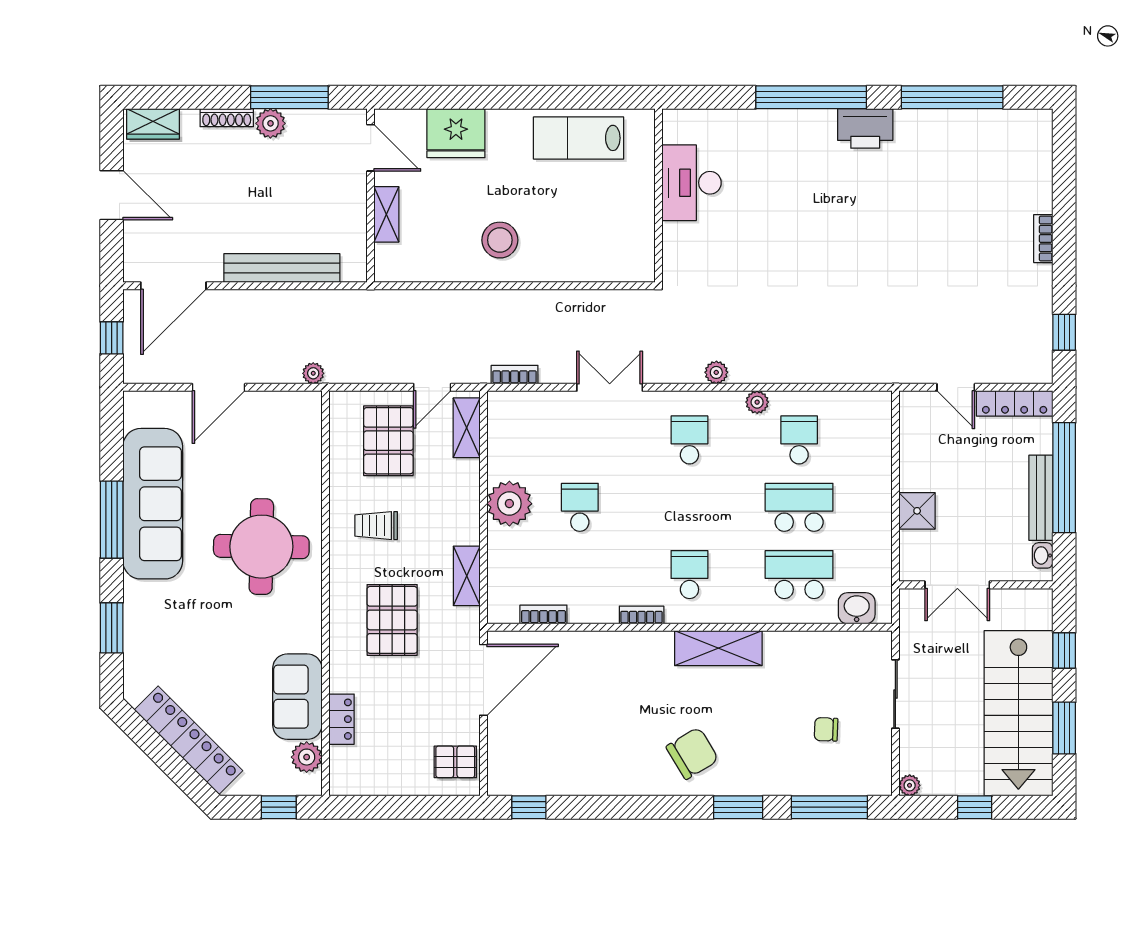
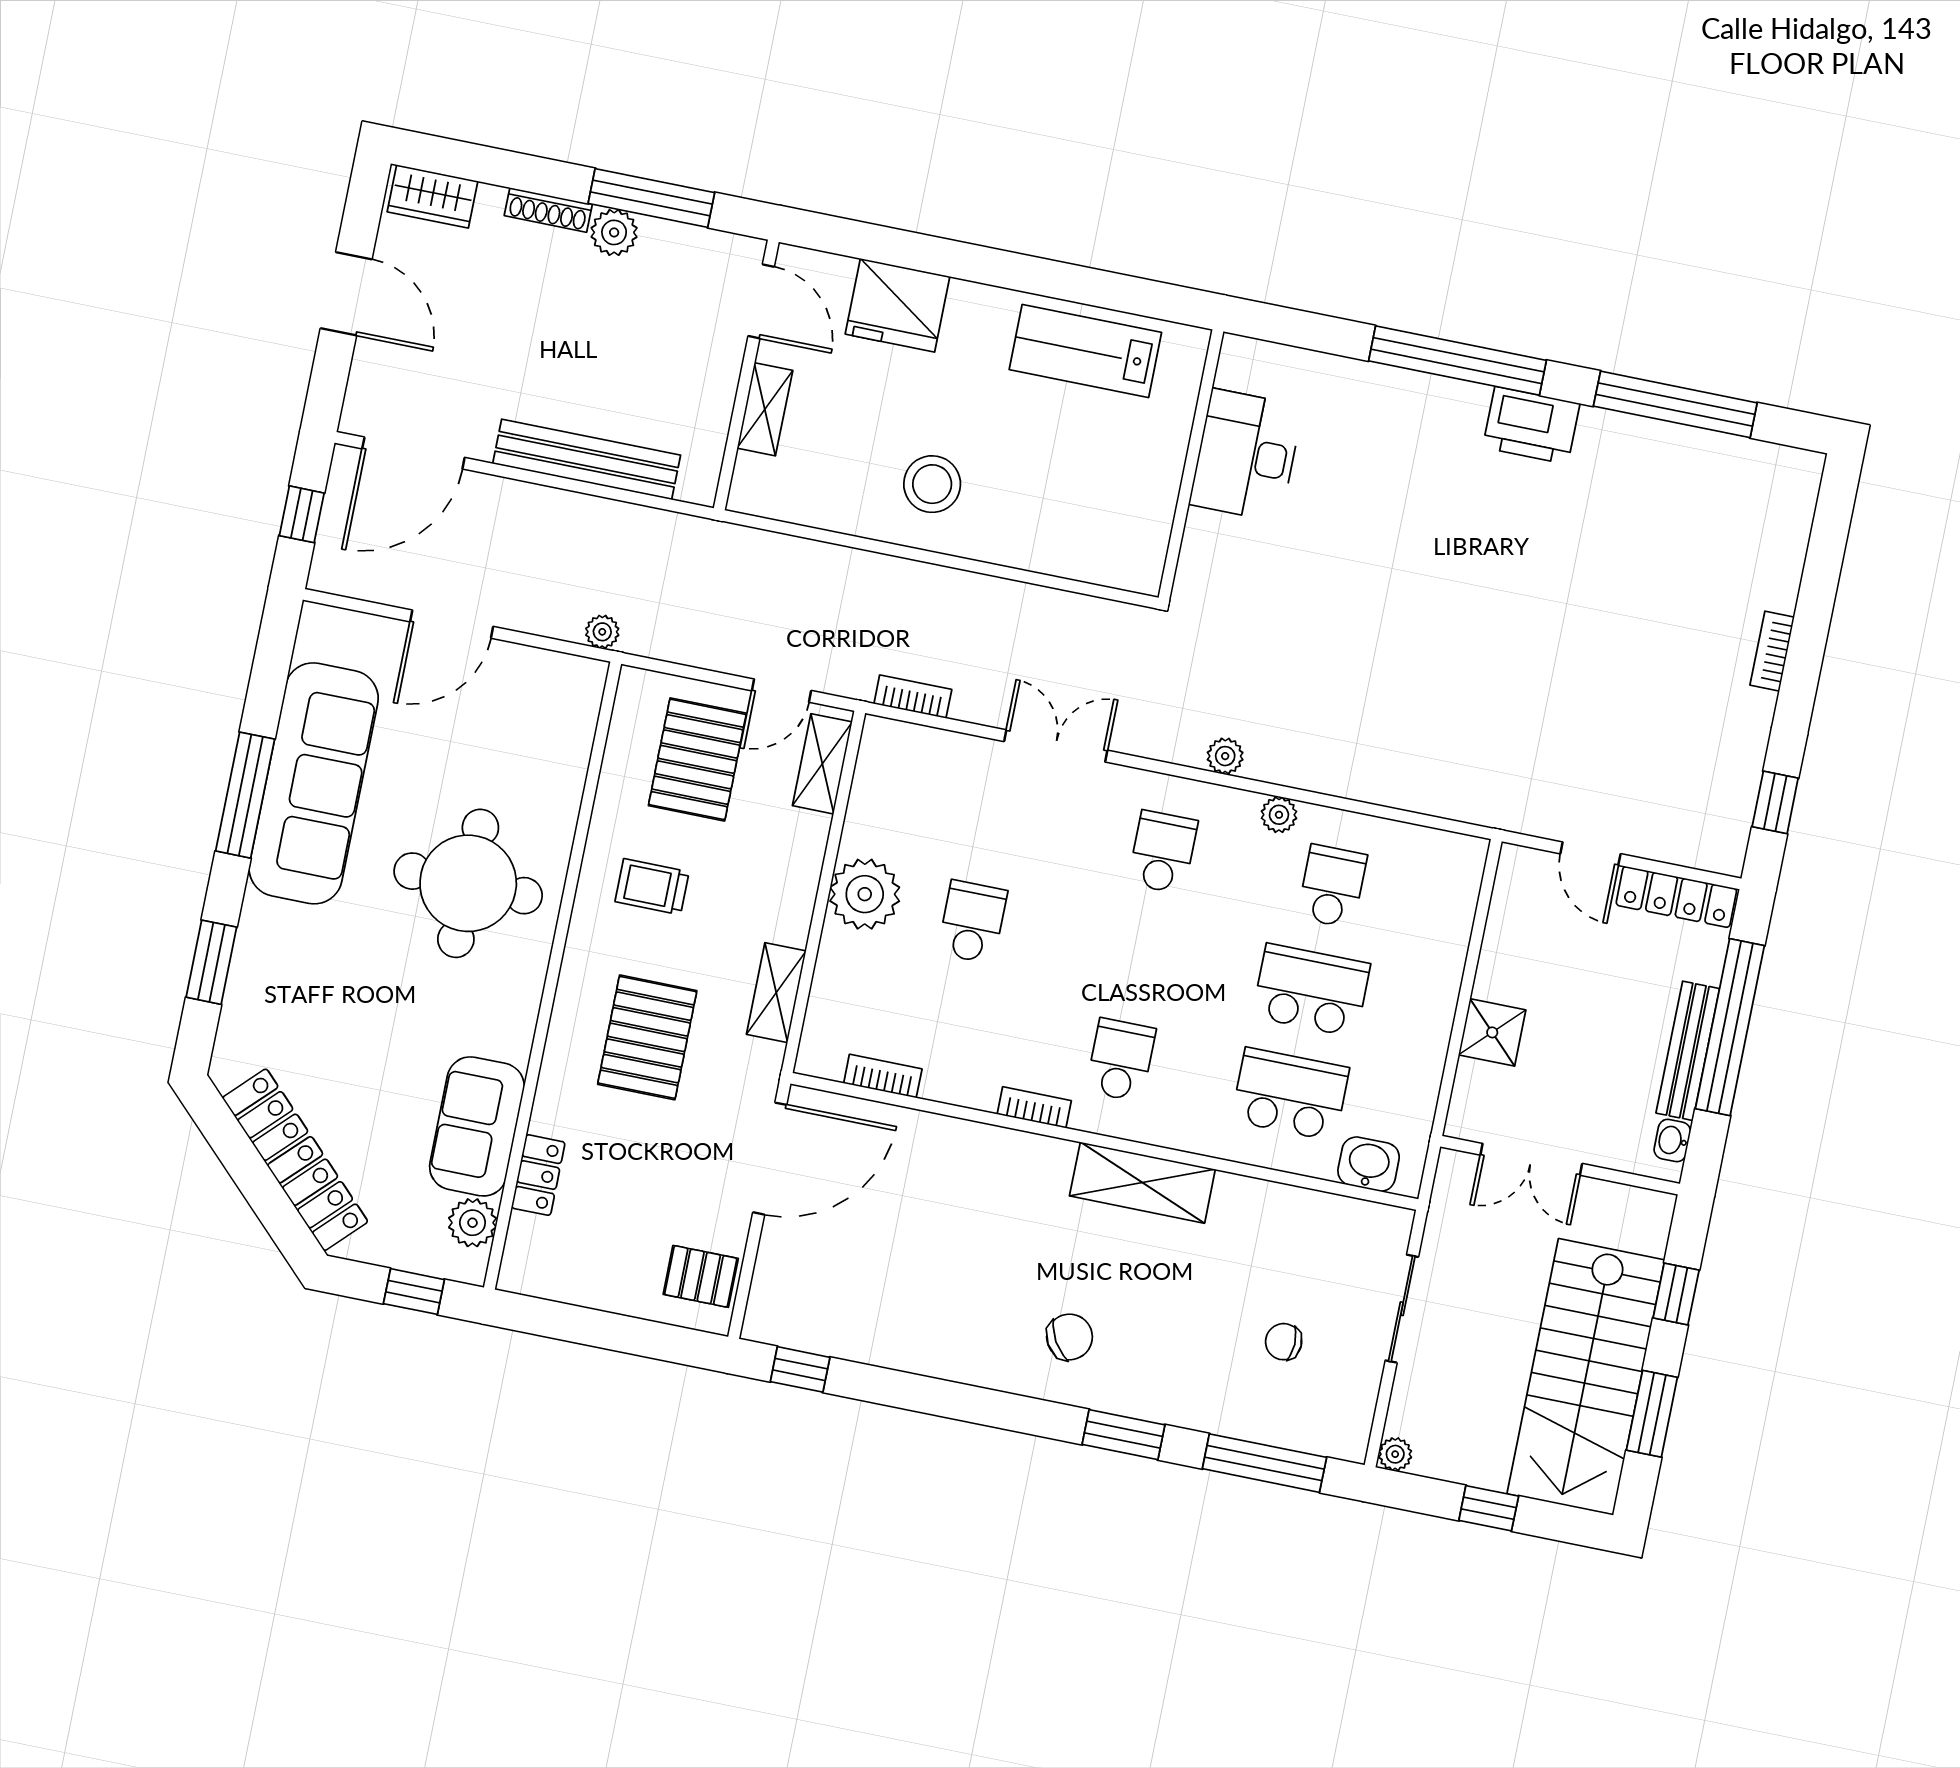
chair: (692, 753) -> (1070, 1337), width x0.73, depth x0.73

